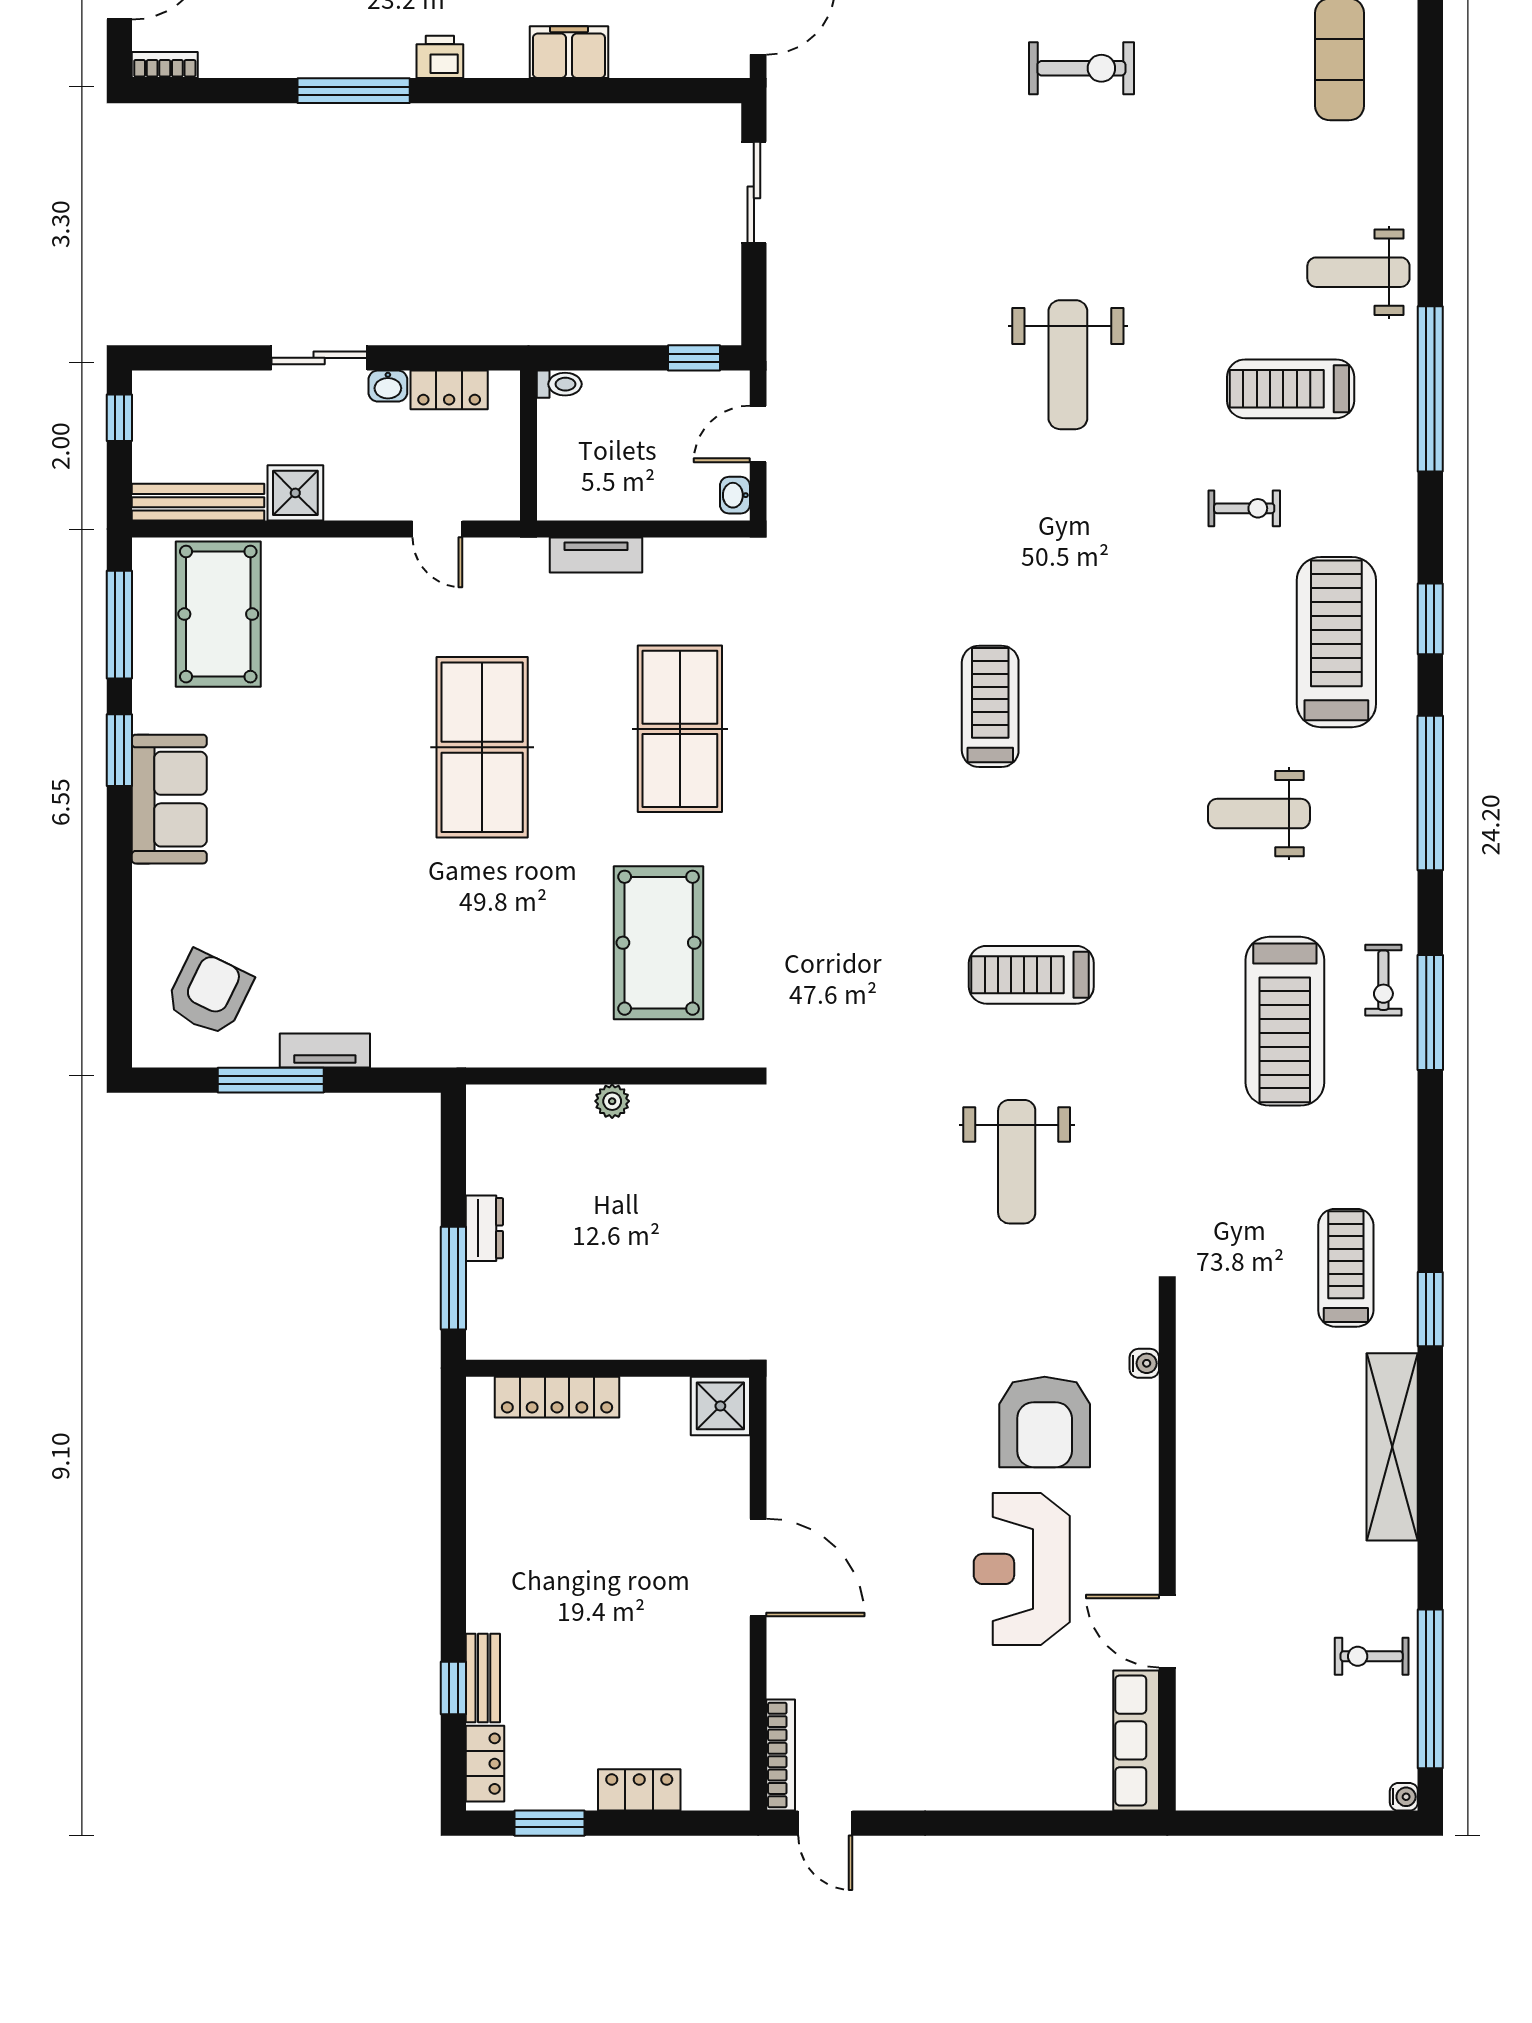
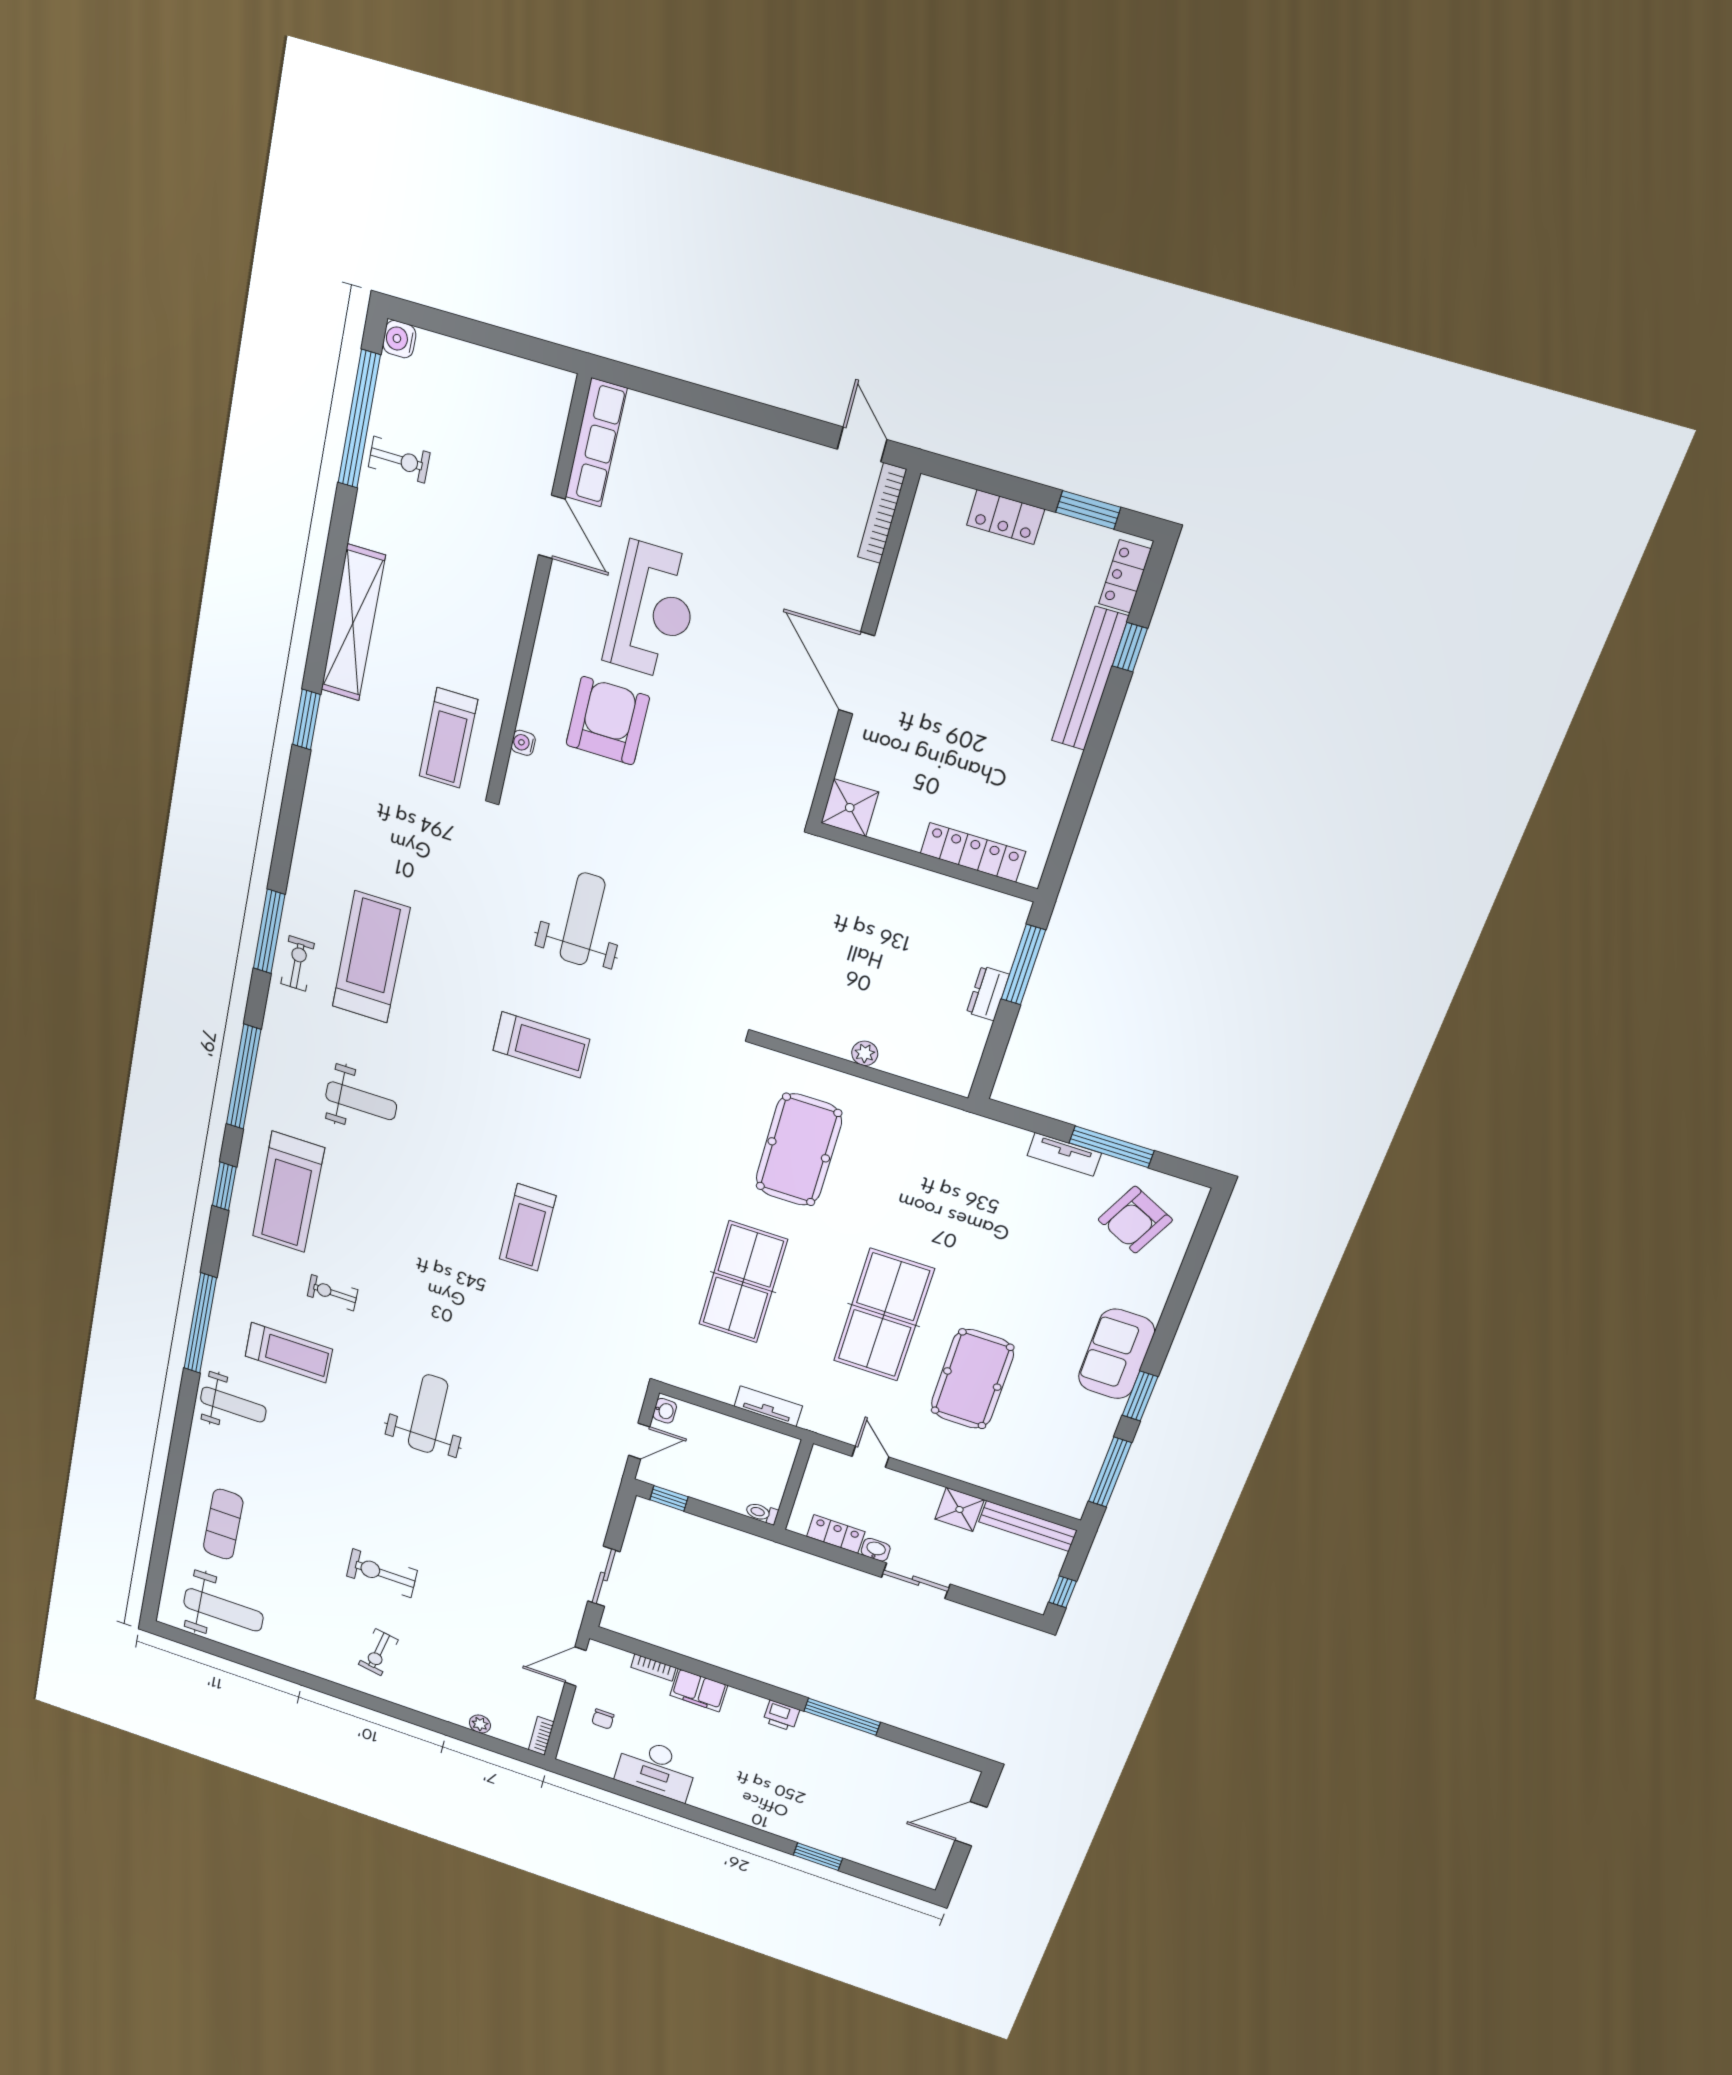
bookcase: (165, 65) -> (653, 1667), moved
pool table: (218, 614) -> (972, 1379), moved
treadmill: (1346, 1268) -> (448, 738), moved
bench: (483, 1678) -> (1090, 679), width x1.86, depth x1.21
water cooler: (1404, 1797) -> (399, 339), width x1.38, depth x1.38

